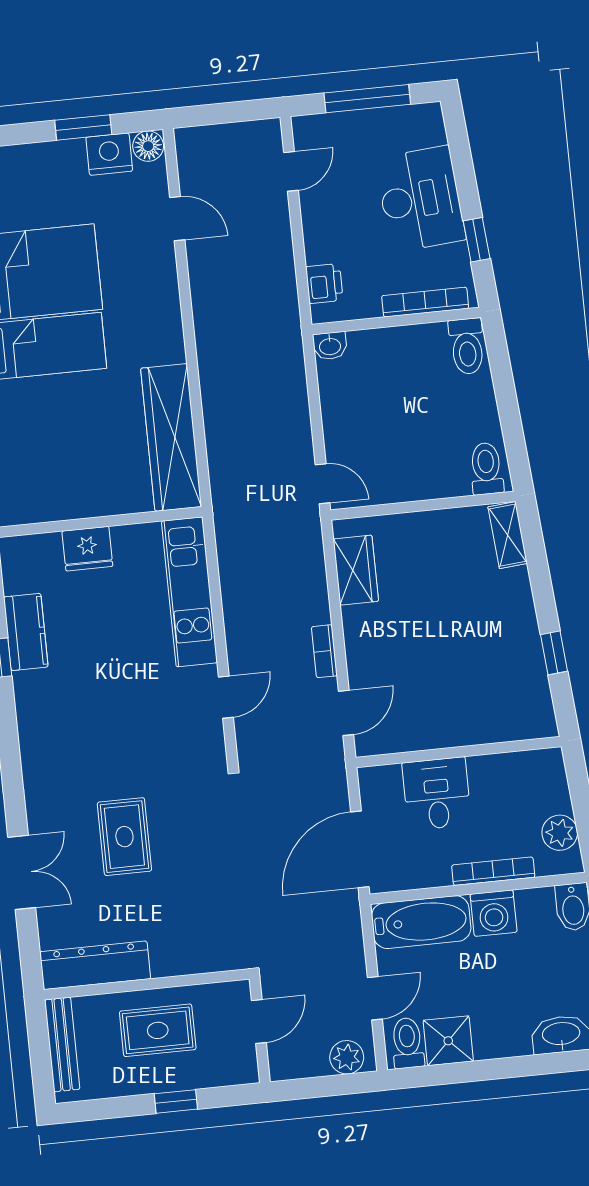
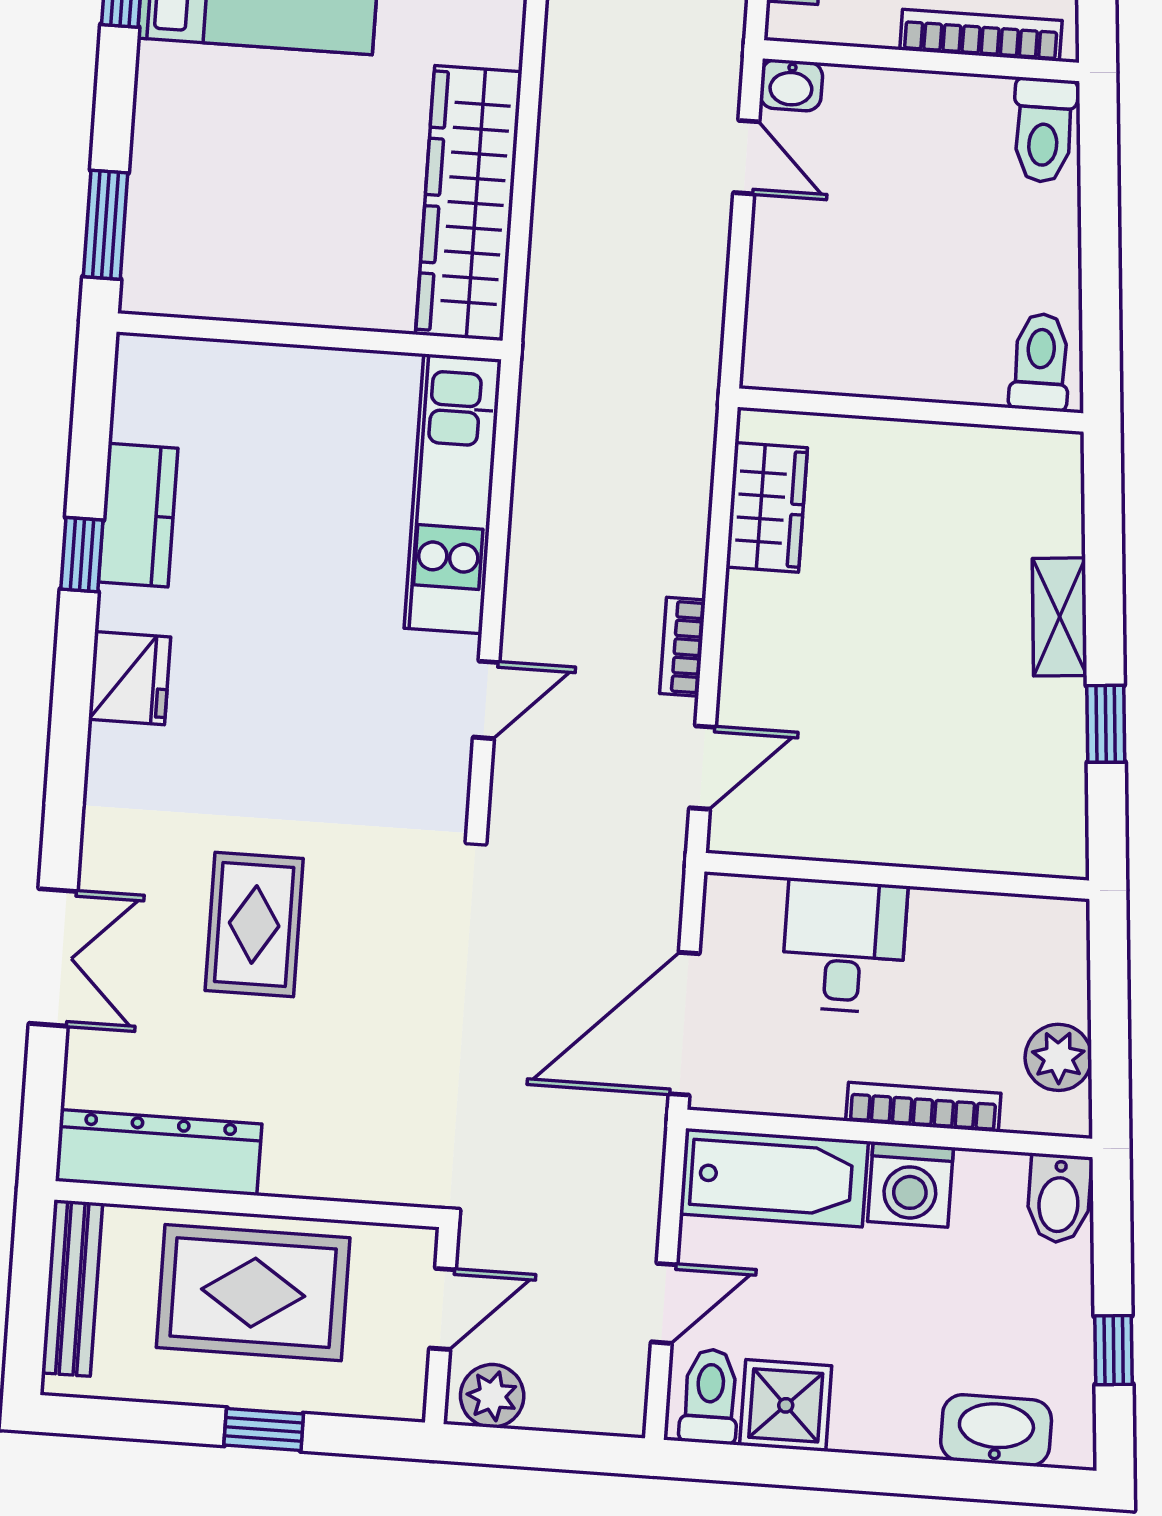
door: (323, 484) -> (746, 157), moved
shelving: (508, 535) -> (1060, 617), moved
fridge: (87, 549) -> (130, 678), moved, turned -90
rug: (158, 1030) -> (253, 1293), width x1.36, depth x1.43
plant: (347, 1057) -> (492, 1396), moved

